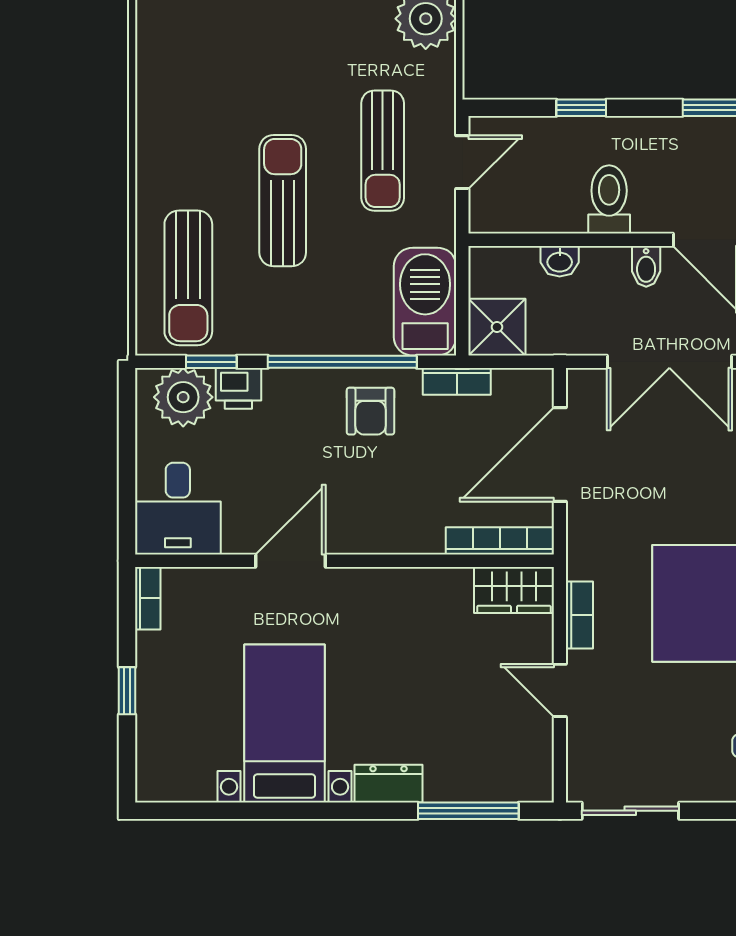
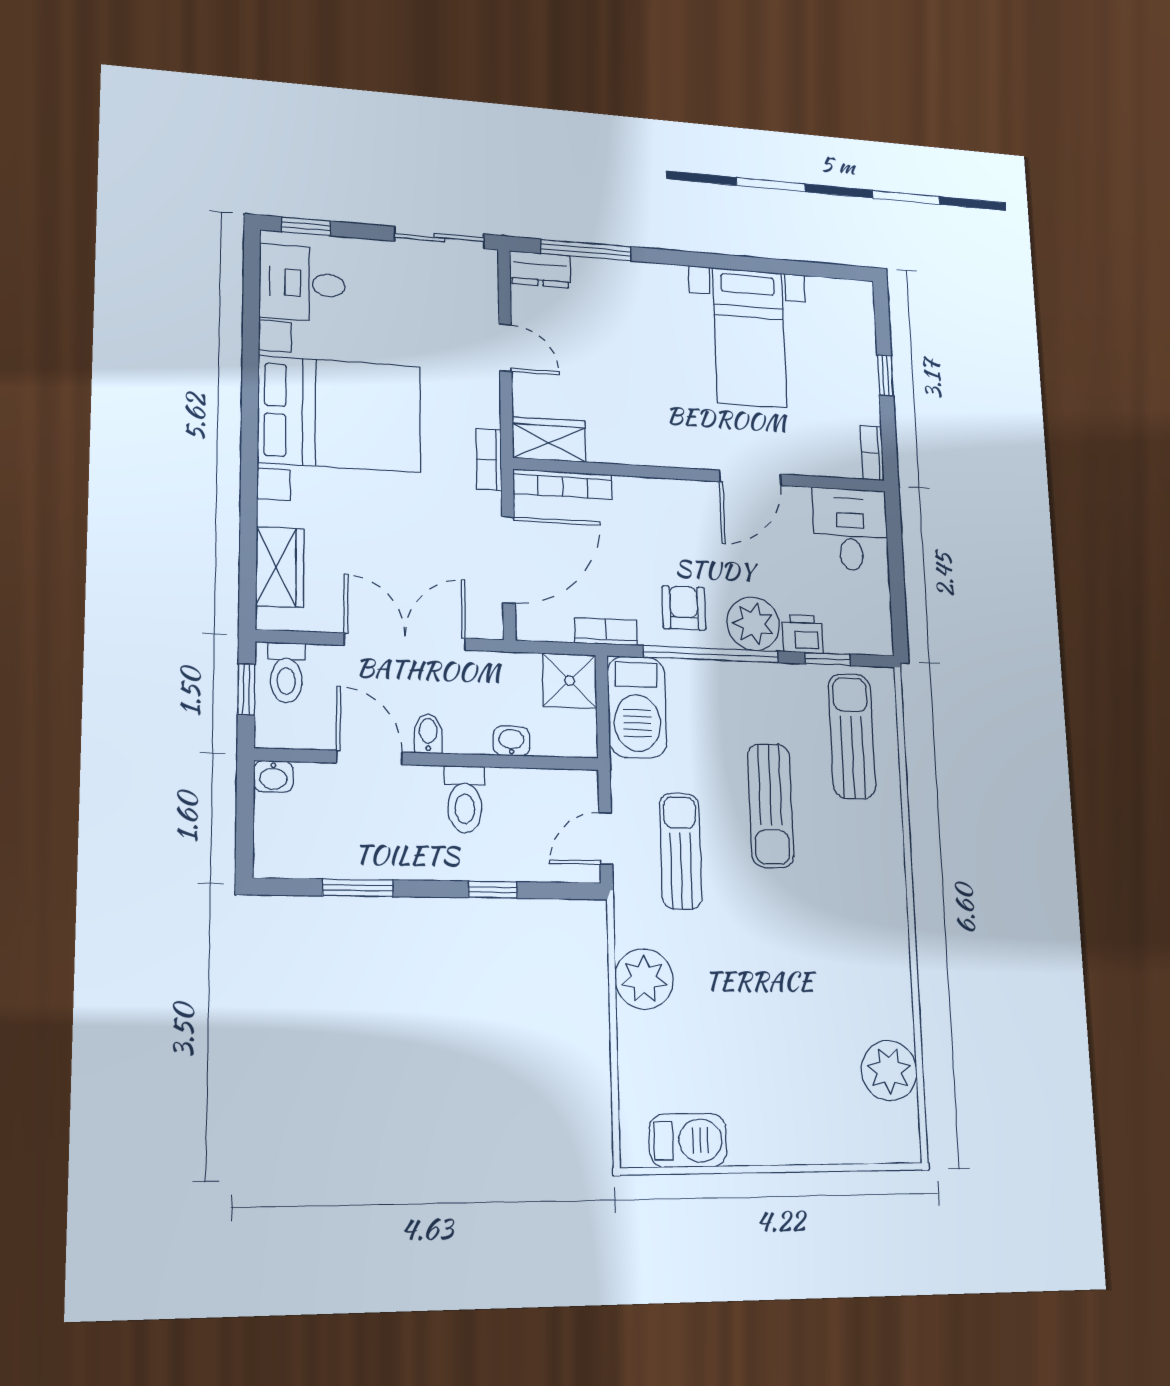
plant: (183, 397) -> (753, 624), moved
bookcase: (579, 615) -> (489, 460), moved
dresser: (388, 784) -> (540, 269), moved

